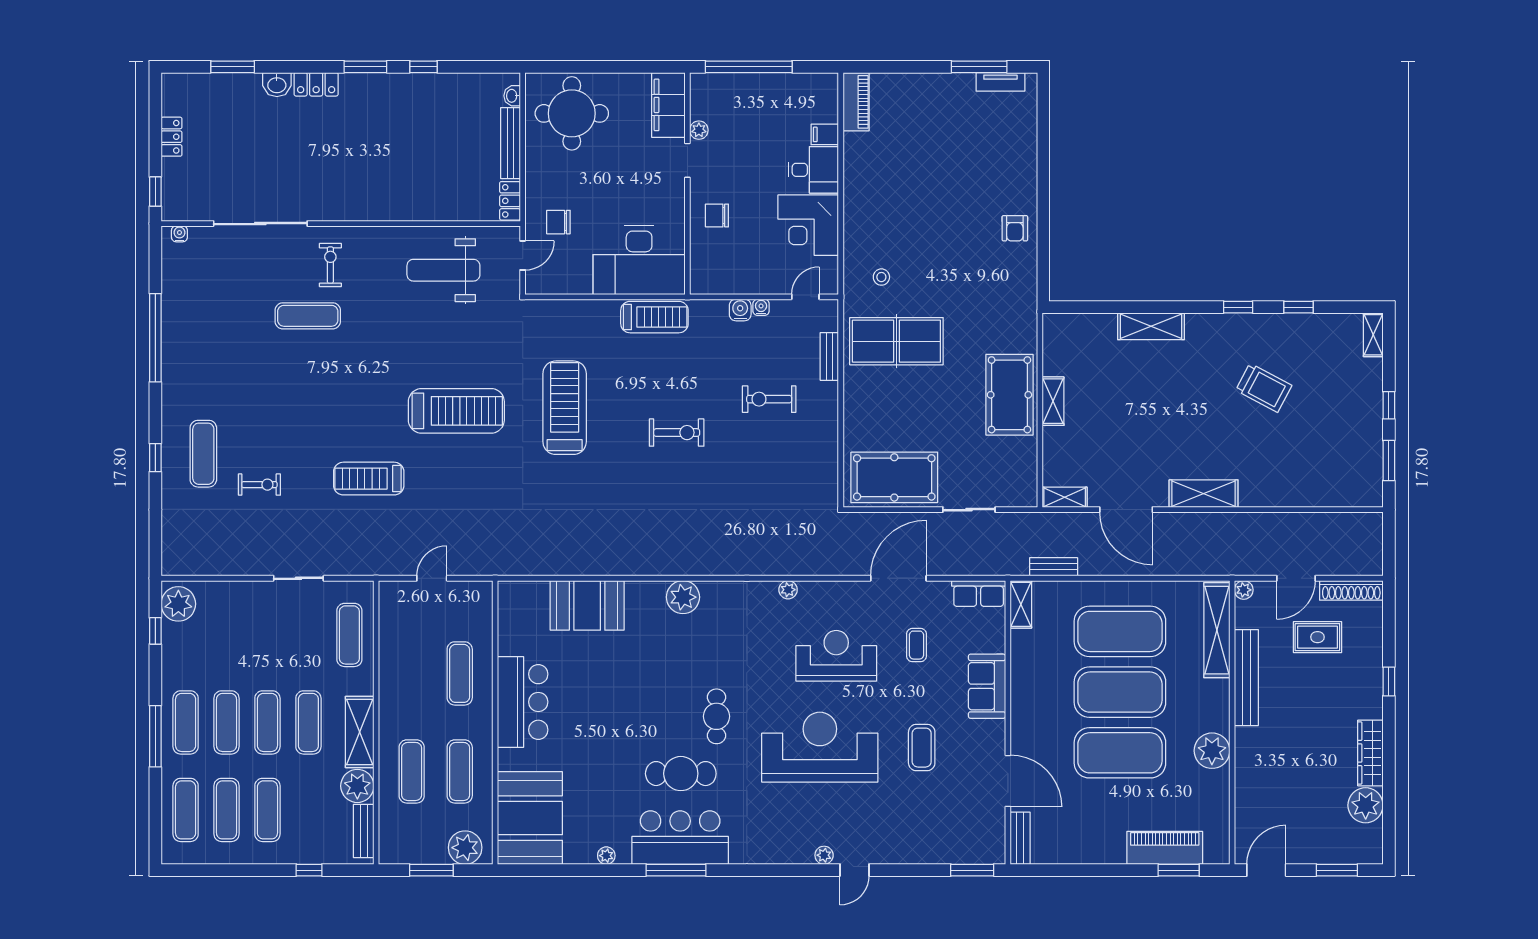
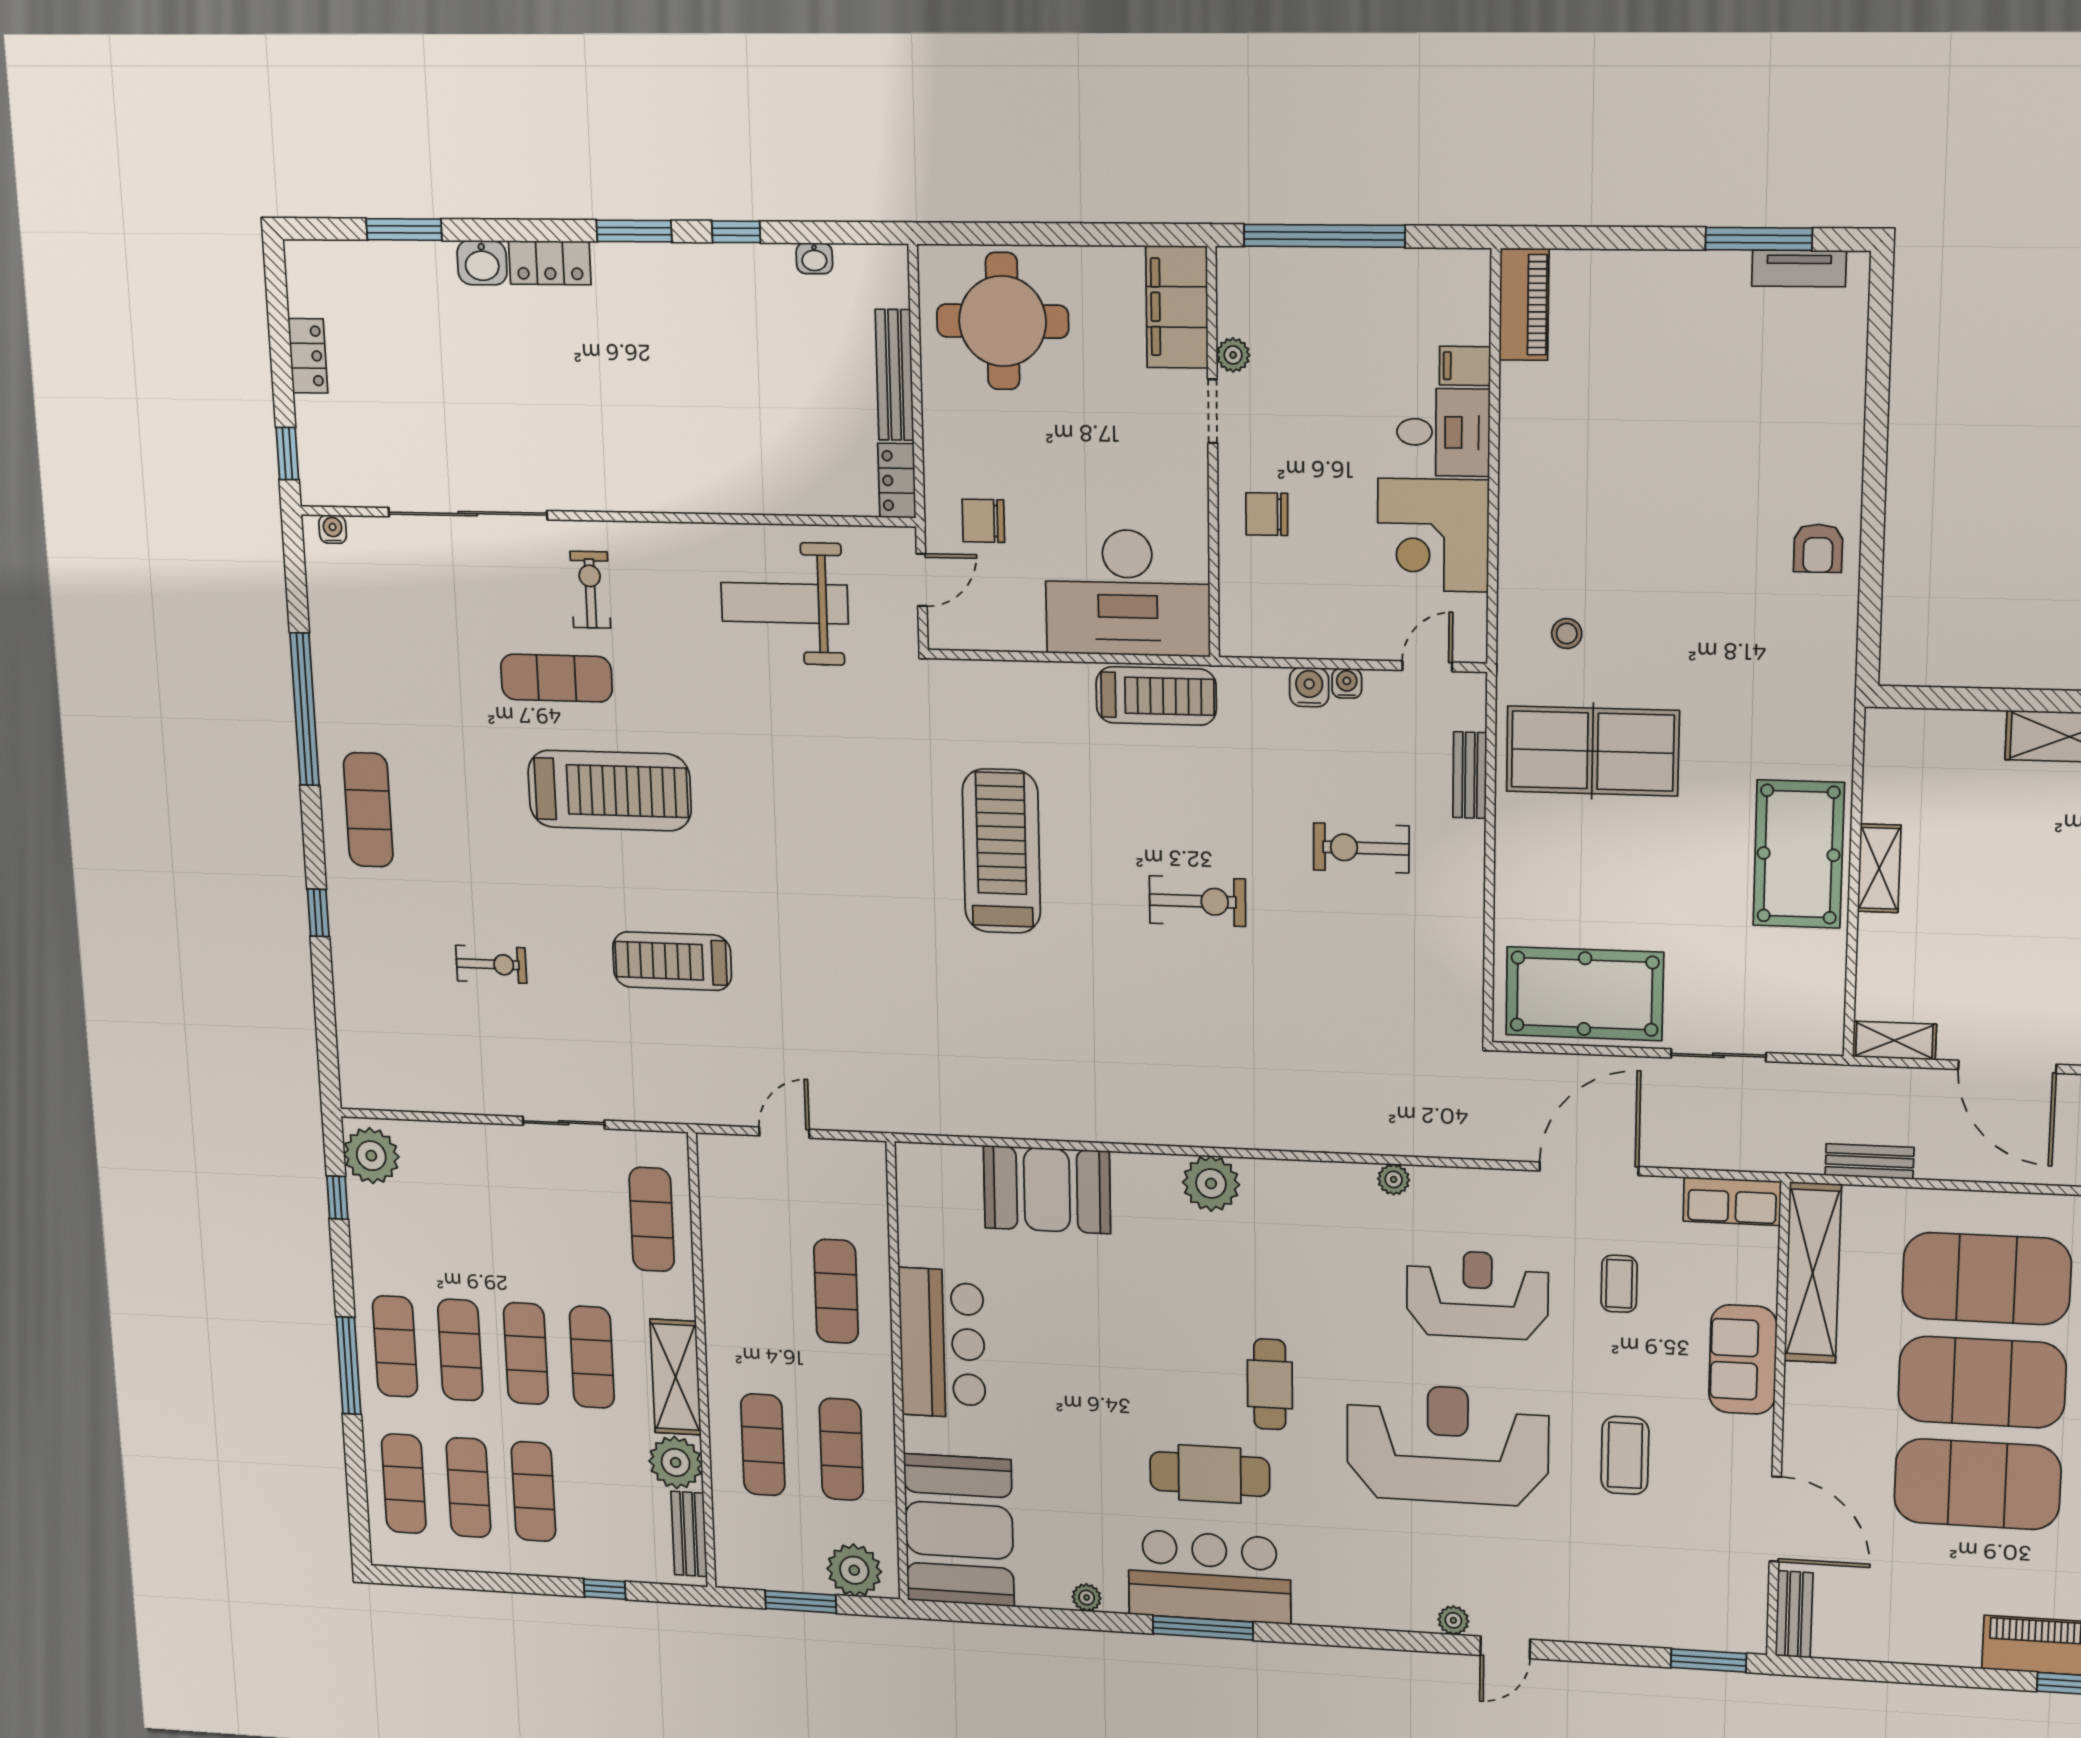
washbasin: (512, 96) -> (814, 258), moved, turned -90
treadmill: (456, 411) -> (609, 791), moved
exercise mat: (203, 454) -> (368, 810), moved
shelving: (1021, 604) -> (1813, 1273), width x2.20, depth x1.33

